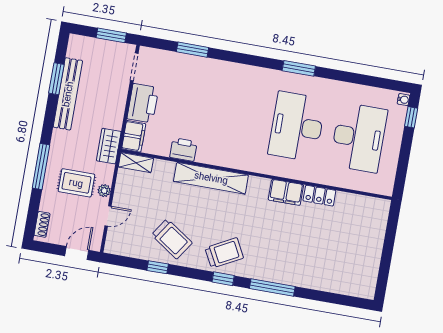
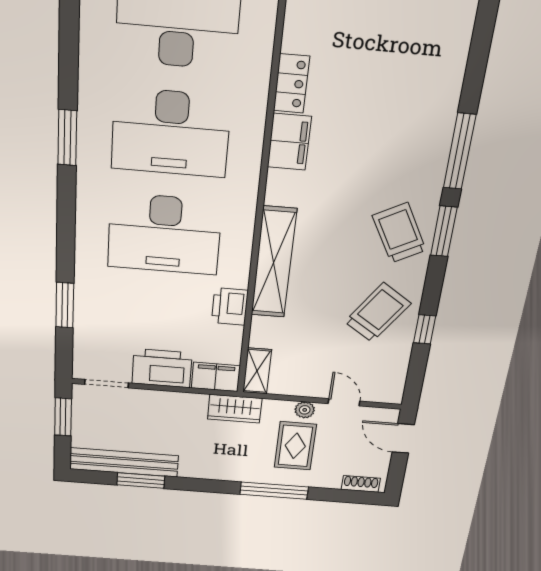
bench: (68, 94) -> (124, 462), moved
desk: (235, 116) -> (164, 234), added
window: (223, 279) -> (444, 231), width x1.50

